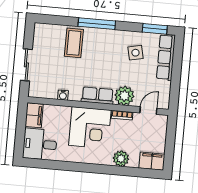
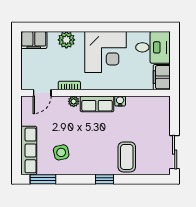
window: (97, 24) -> (105, 179), width x0.46
sliding door: (26, 65) -> (175, 152), moved
water cooler: (63, 95) -> (120, 101), moved
plant: (124, 96) -> (74, 101), width x0.53, depth x0.53
corner desk: (90, 128) -> (106, 52), moved, turned 180

